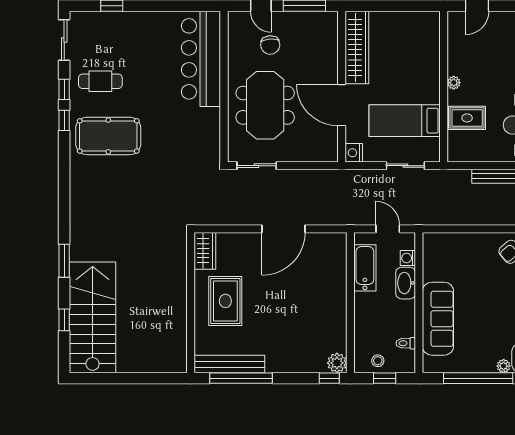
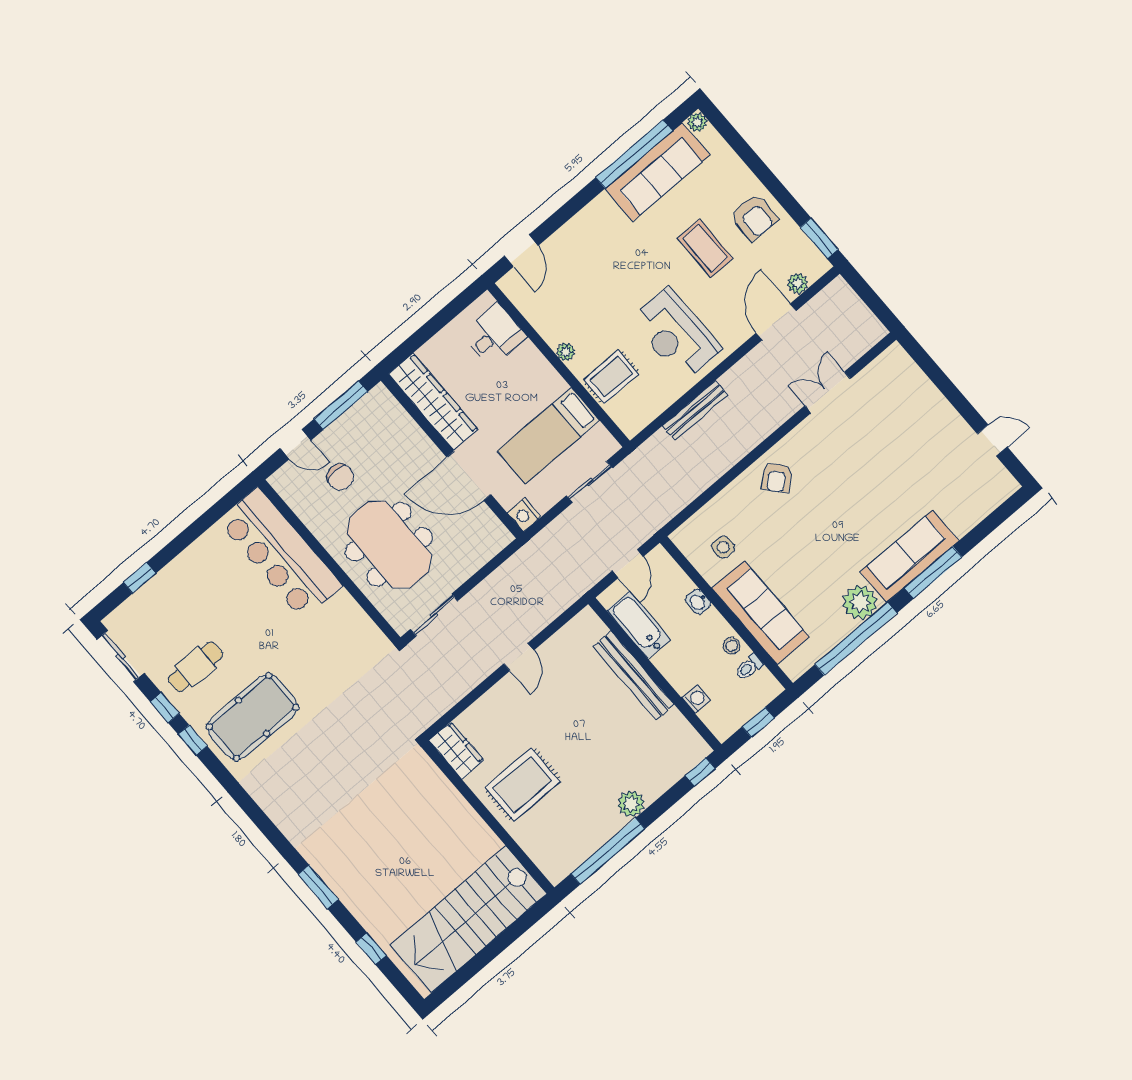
desk: (422, 40) -> (494, 336), added
door: (284, 229) -> (519, 657), width x0.53
door: (388, 229) -> (628, 564), swing flipped
washing machine: (408, 258) -> (696, 699), moved, turned 180
side table: (448, 265) -> (723, 547), added
washbasin: (406, 283) -> (698, 602), width x0.52, depth x0.69
rug: (225, 301) -> (523, 784), turned 90
stairs: (93, 317) -> (468, 919), moved, turned -90
stool: (378, 361) -> (732, 646), moved
plant: (337, 363) -> (631, 804), moved
bench: (229, 364) -> (634, 675), moved, turned 90
plant: (504, 366) -> (860, 602), width x1.87, depth x1.87

